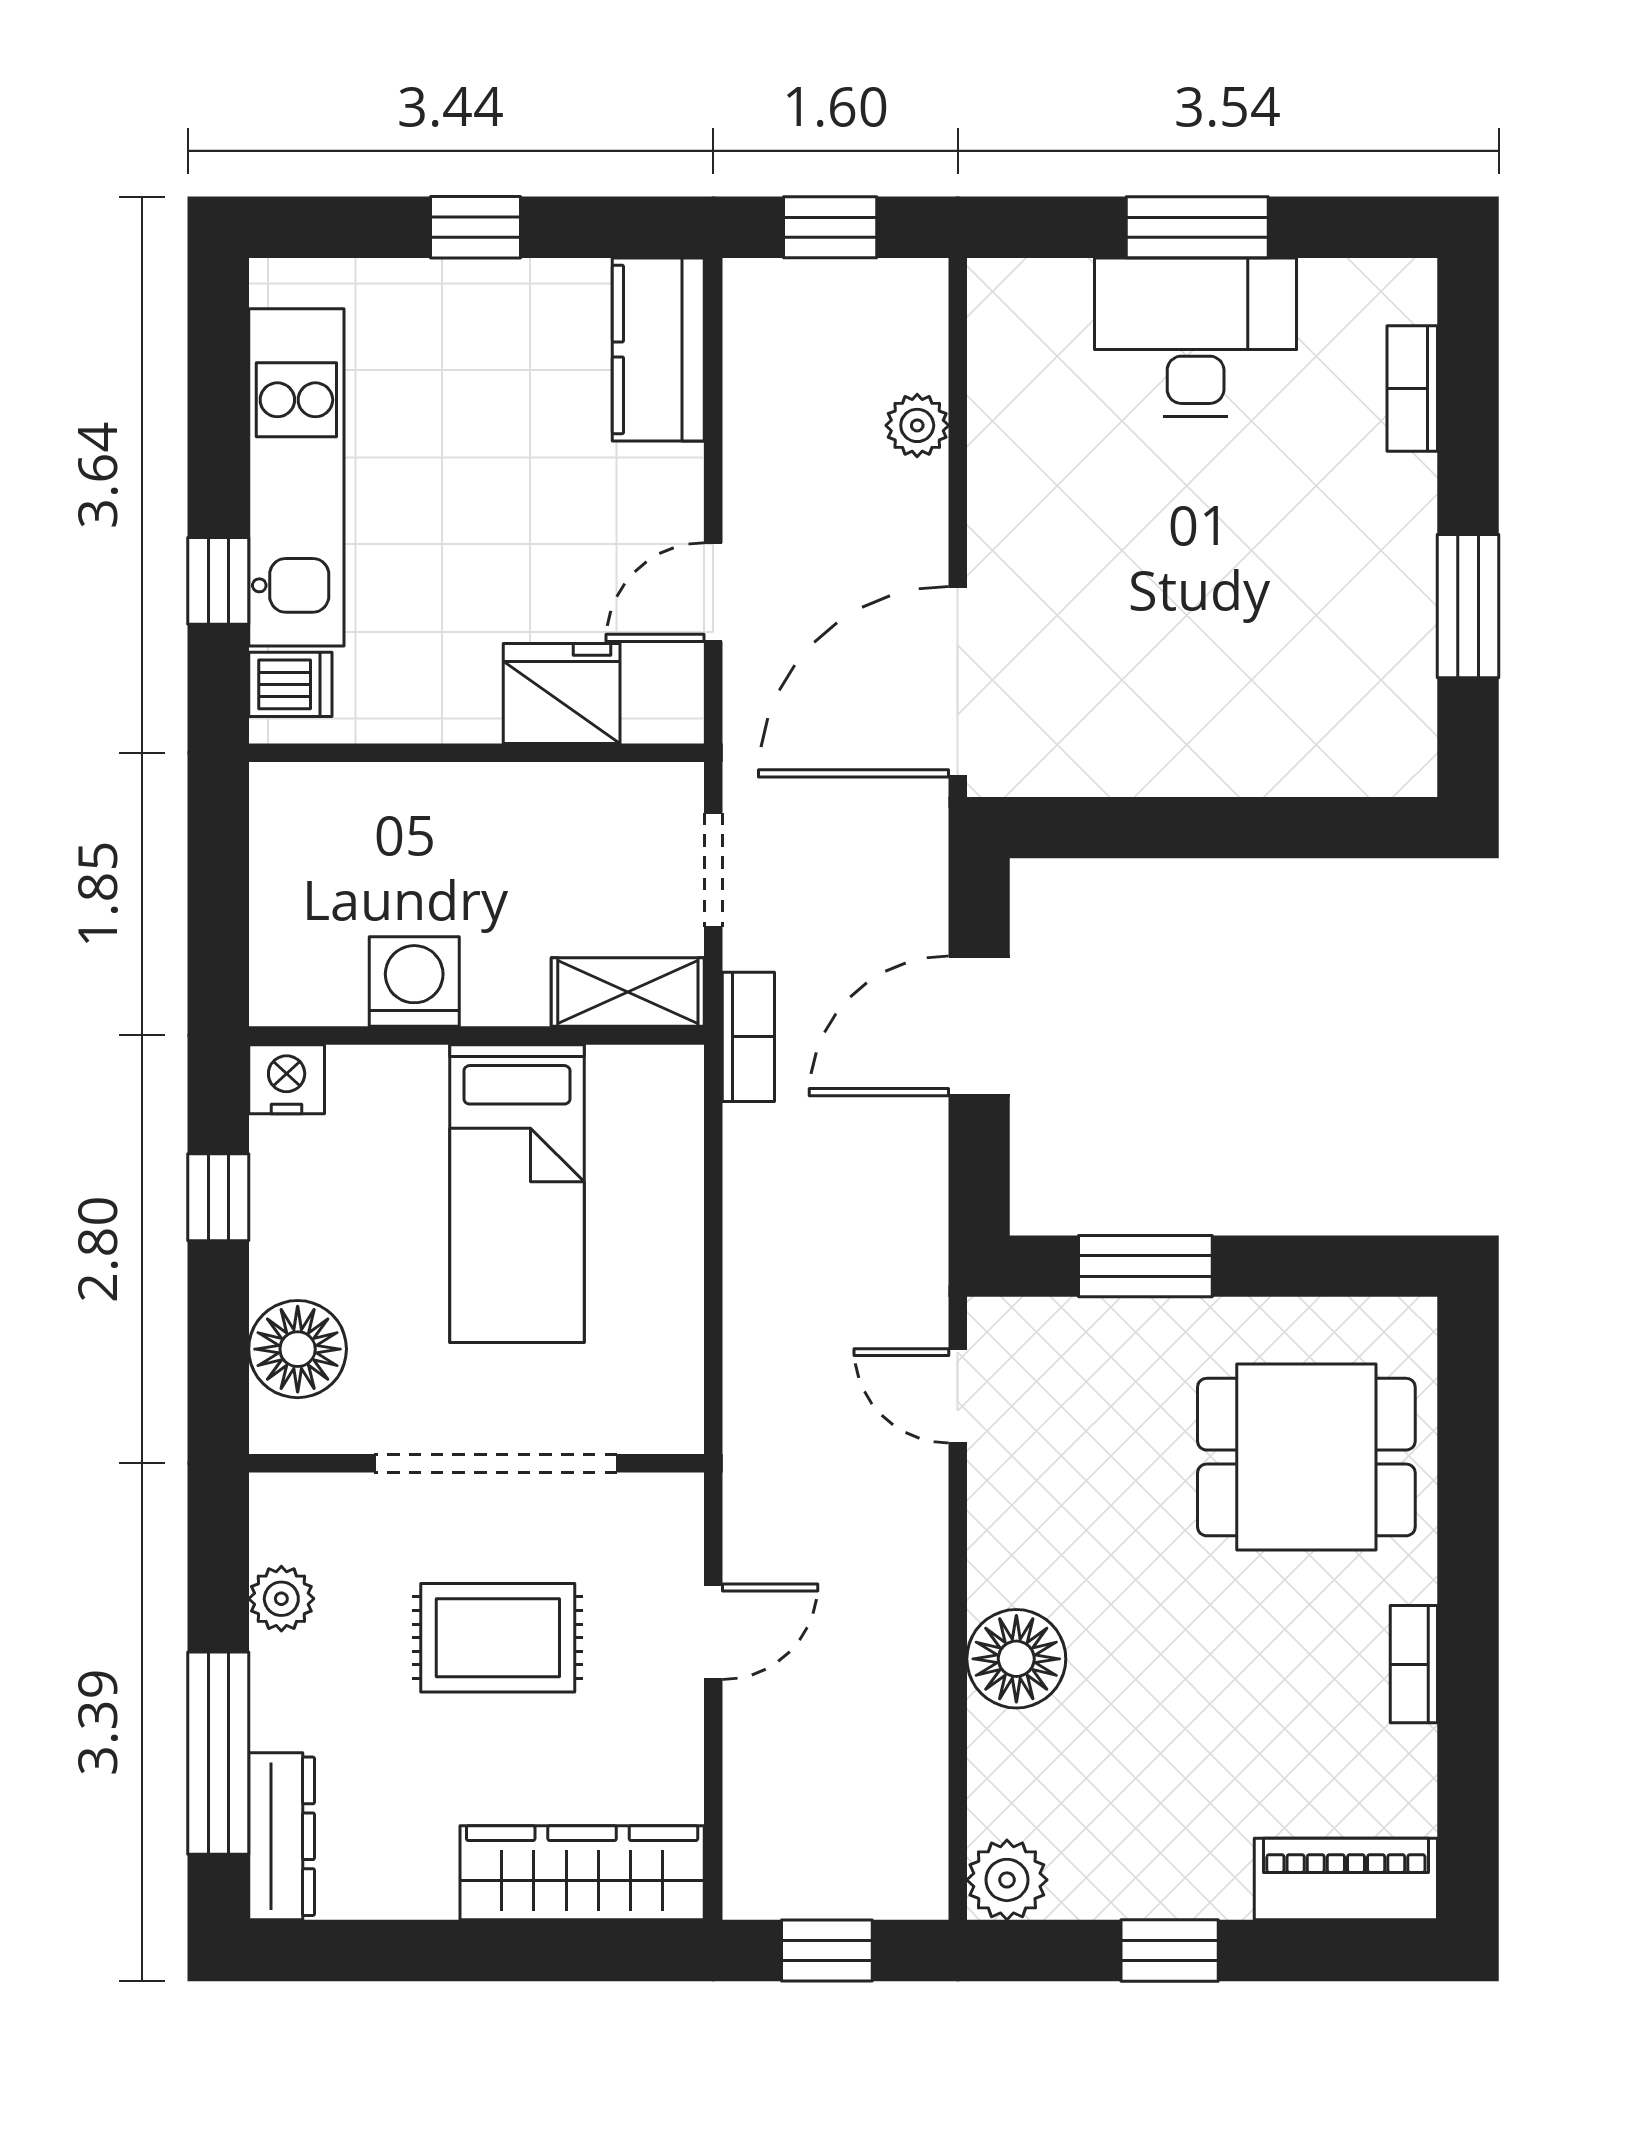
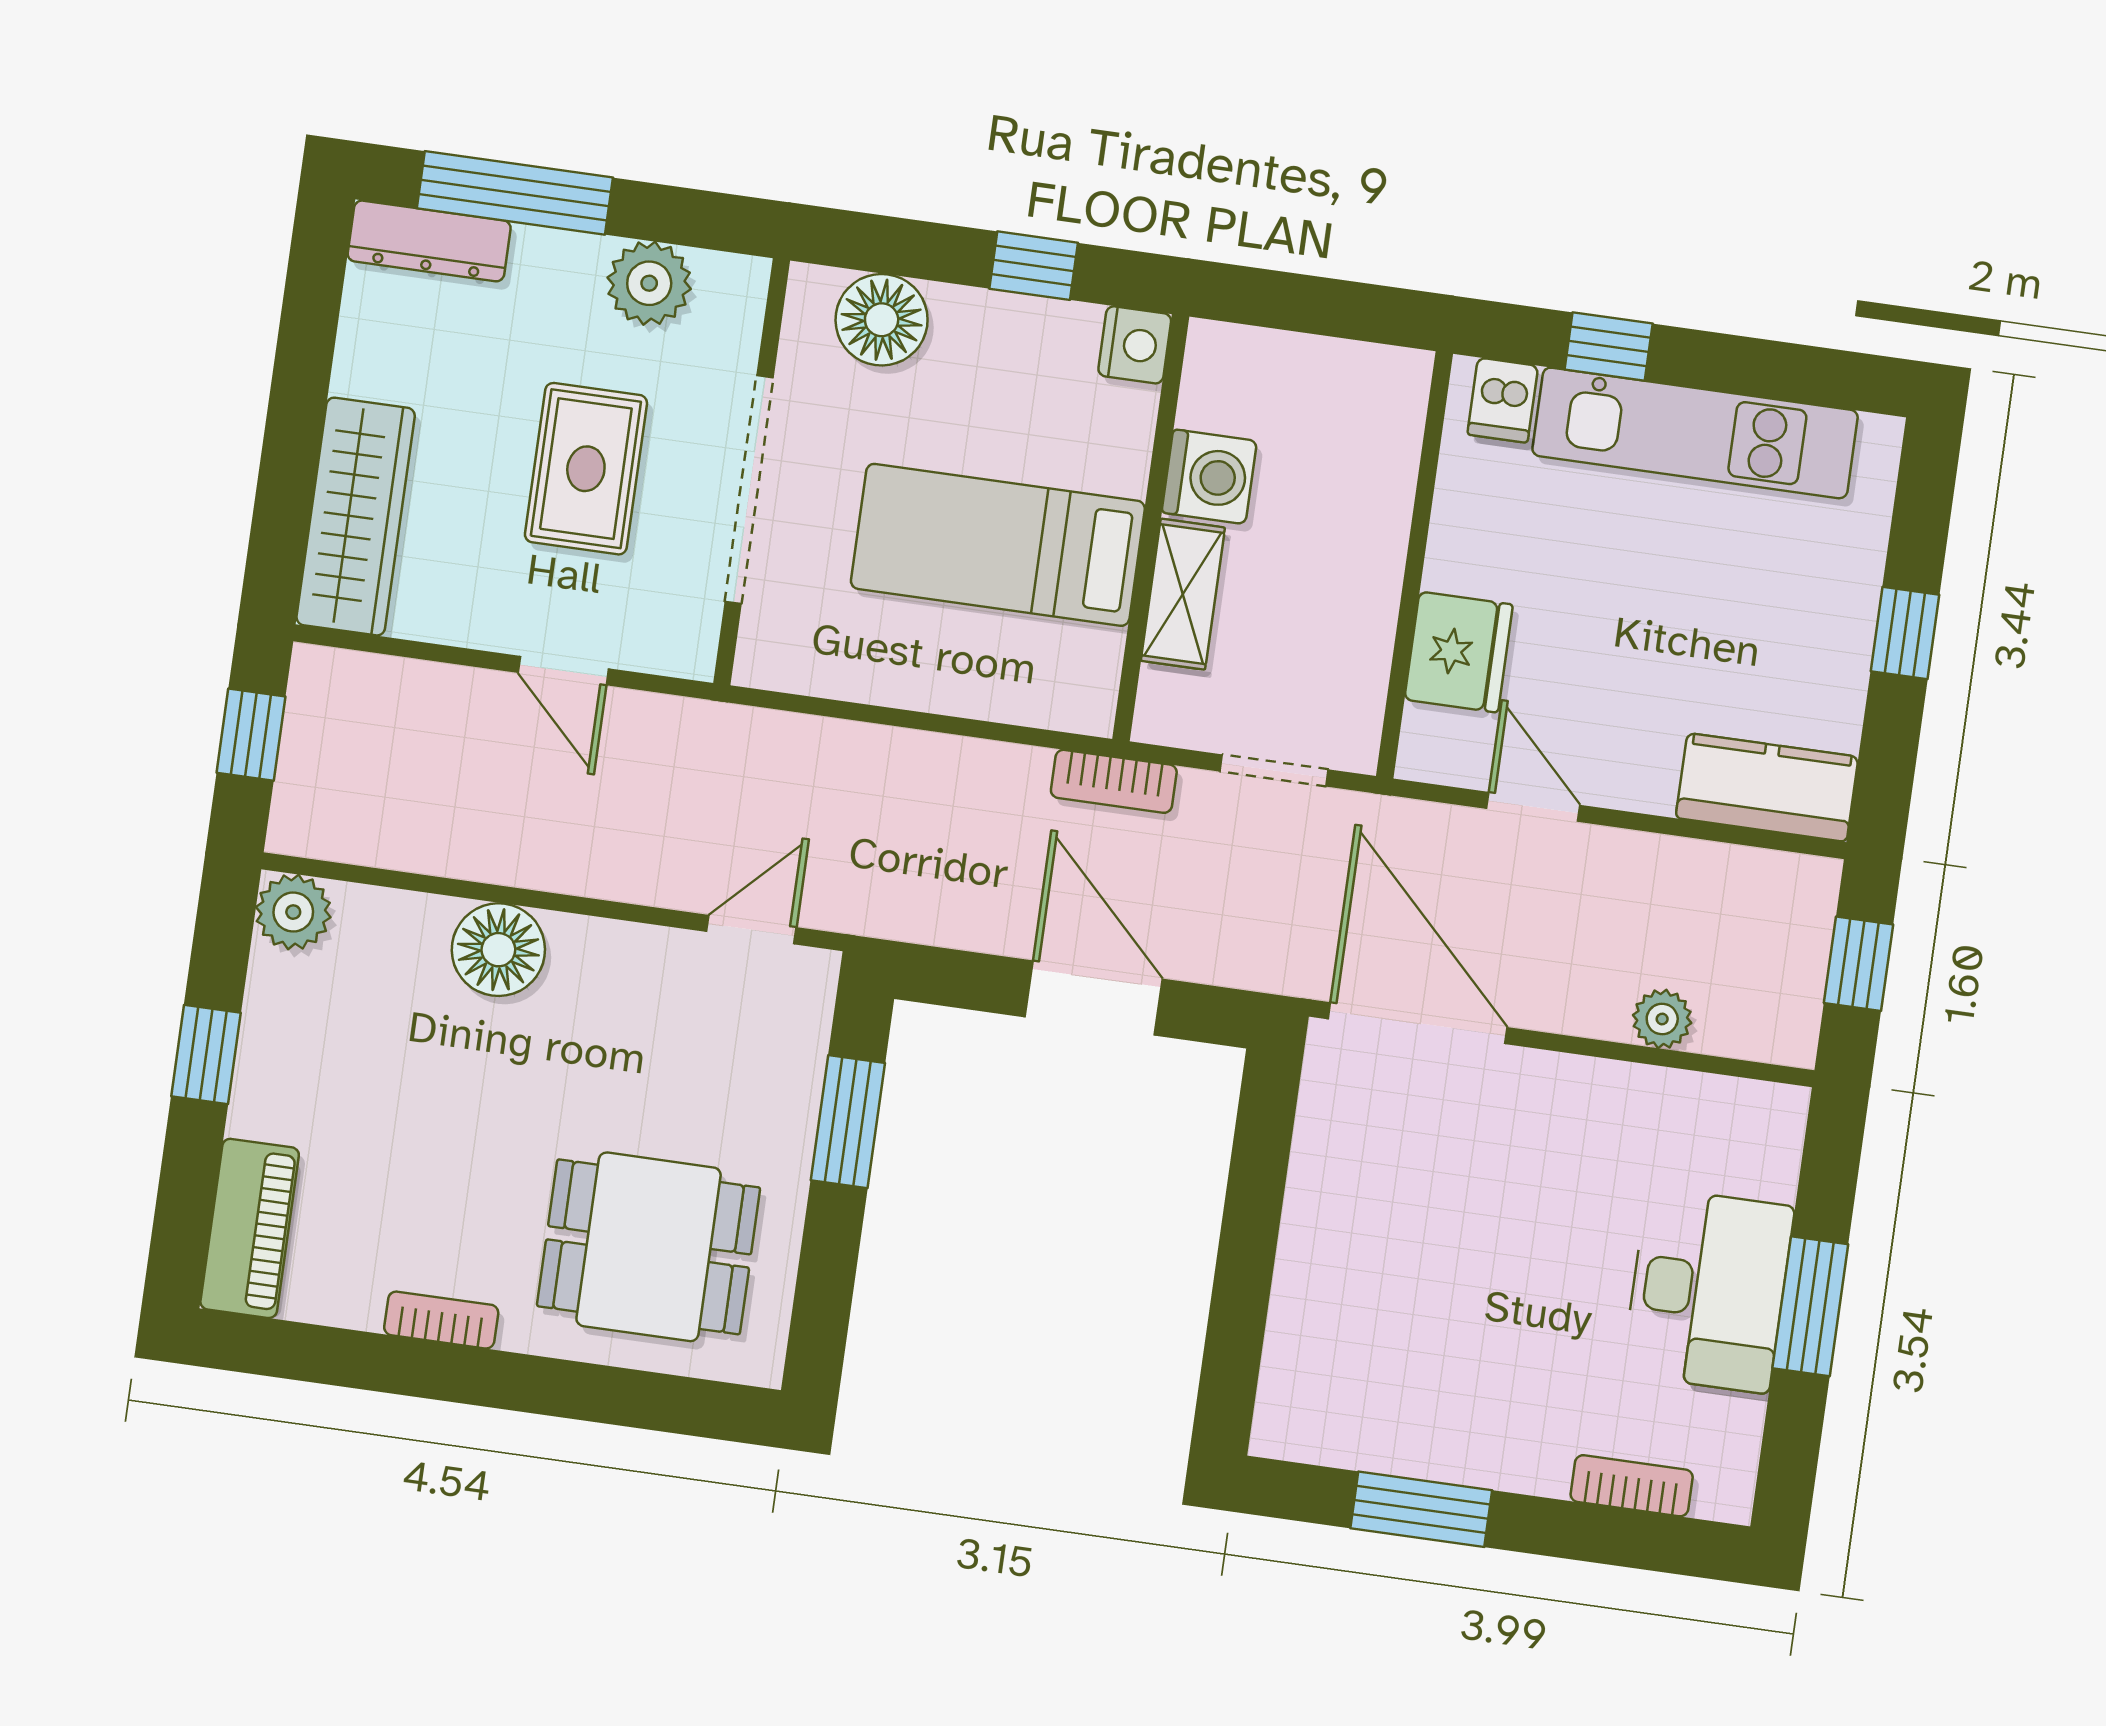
shelving: (628, 992) -> (1183, 594), moved
dining table: (1306, 1457) -> (649, 1247), turned 90
plant: (281, 1599) -> (649, 283), width x1.38, depth x1.38

